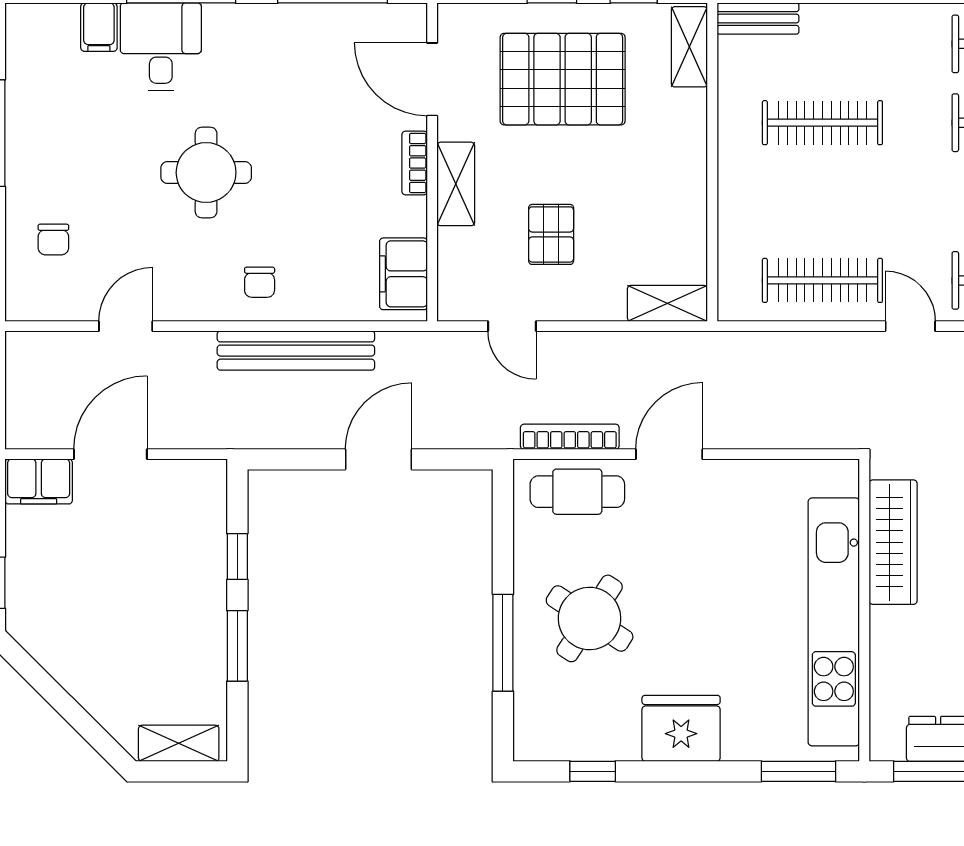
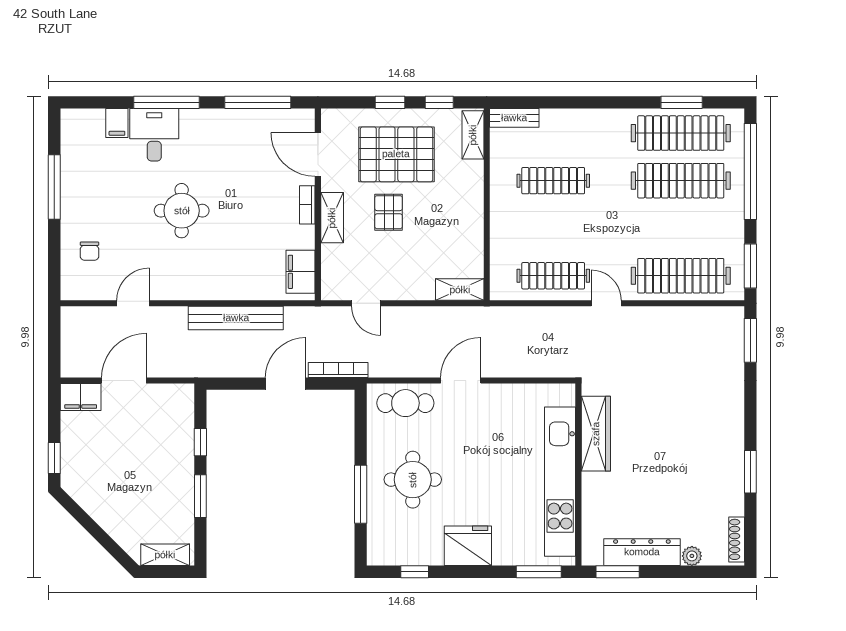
pallet: (551, 234) -> (389, 212), moved
chair: (260, 282) -> (214, 277), removed
bookcase: (570, 437) -> (338, 370), moved
round table: (590, 618) -> (413, 480), turned -33

